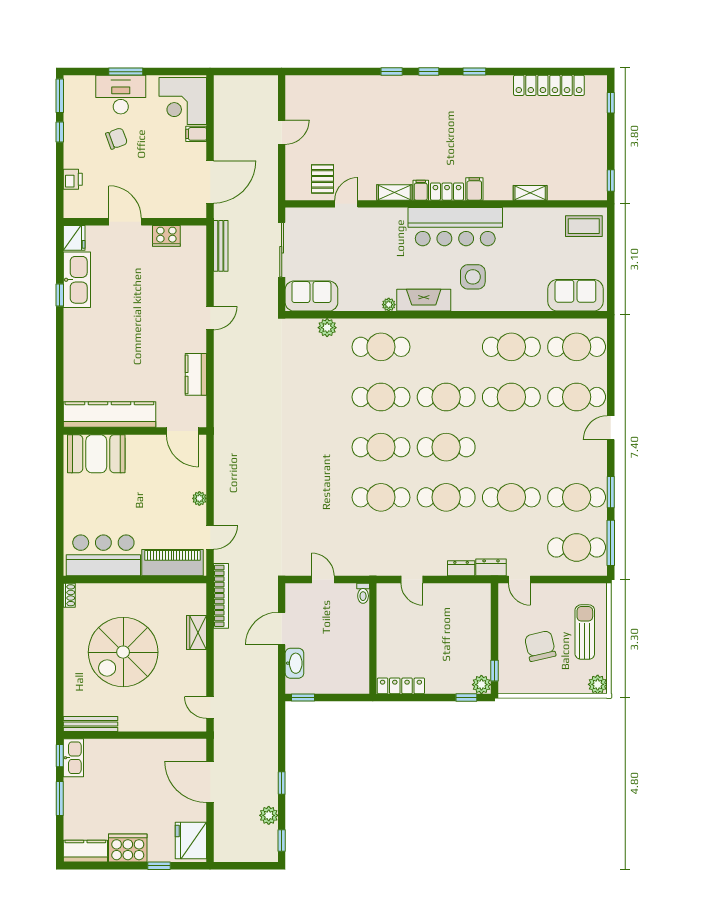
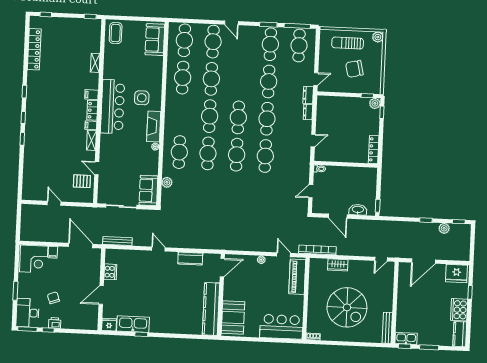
desk: (121, 95) -> (28, 313), moved
printer: (73, 179) -> (55, 323), moved
bar counter: (103, 555) -> (281, 327), moved, turned 90

